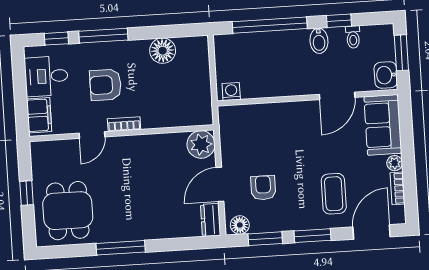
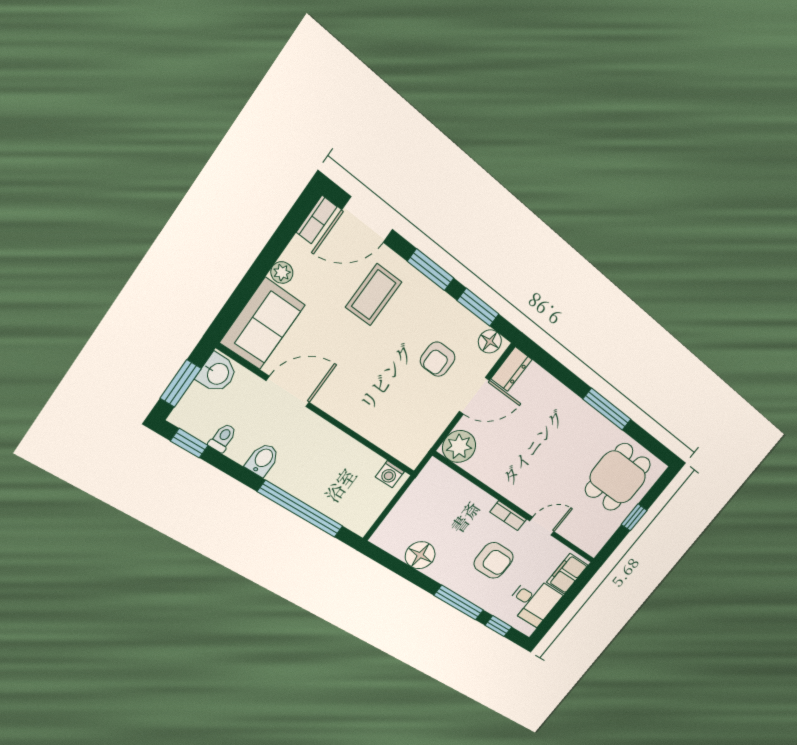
window: (339, 21) -> (189, 443), moved
bookcase: (398, 188) -> (317, 220), moved

